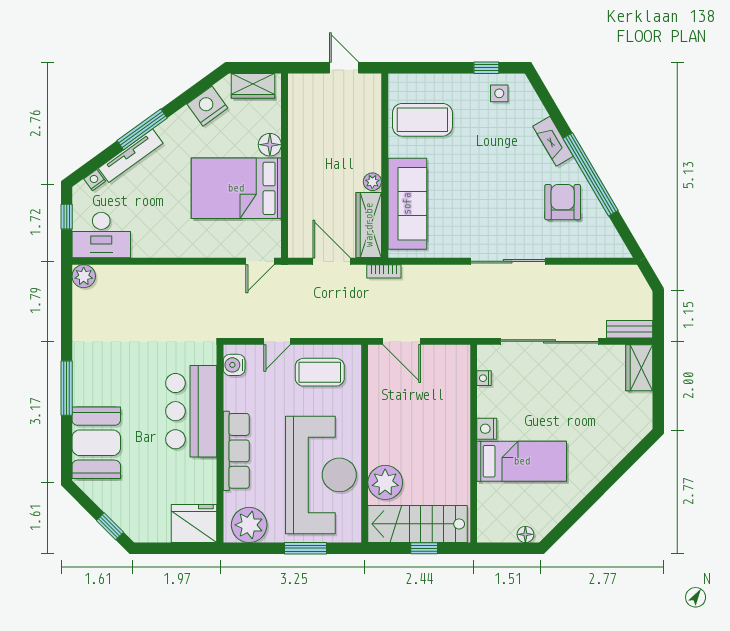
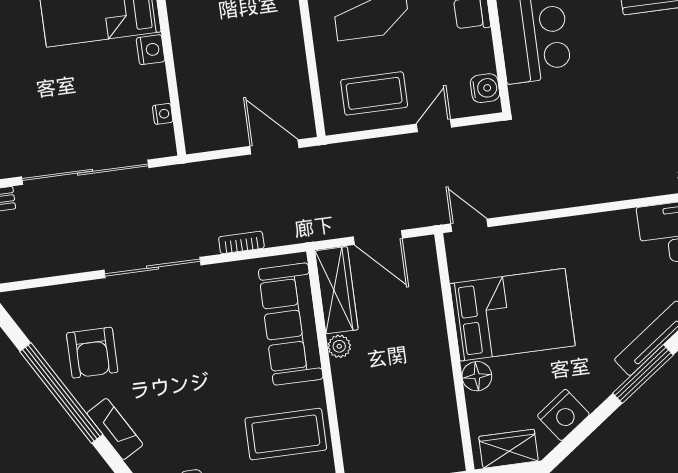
door: (260, 261) -> (469, 225), hinge flipped
bookcase: (384, 271) -> (241, 242), moved

